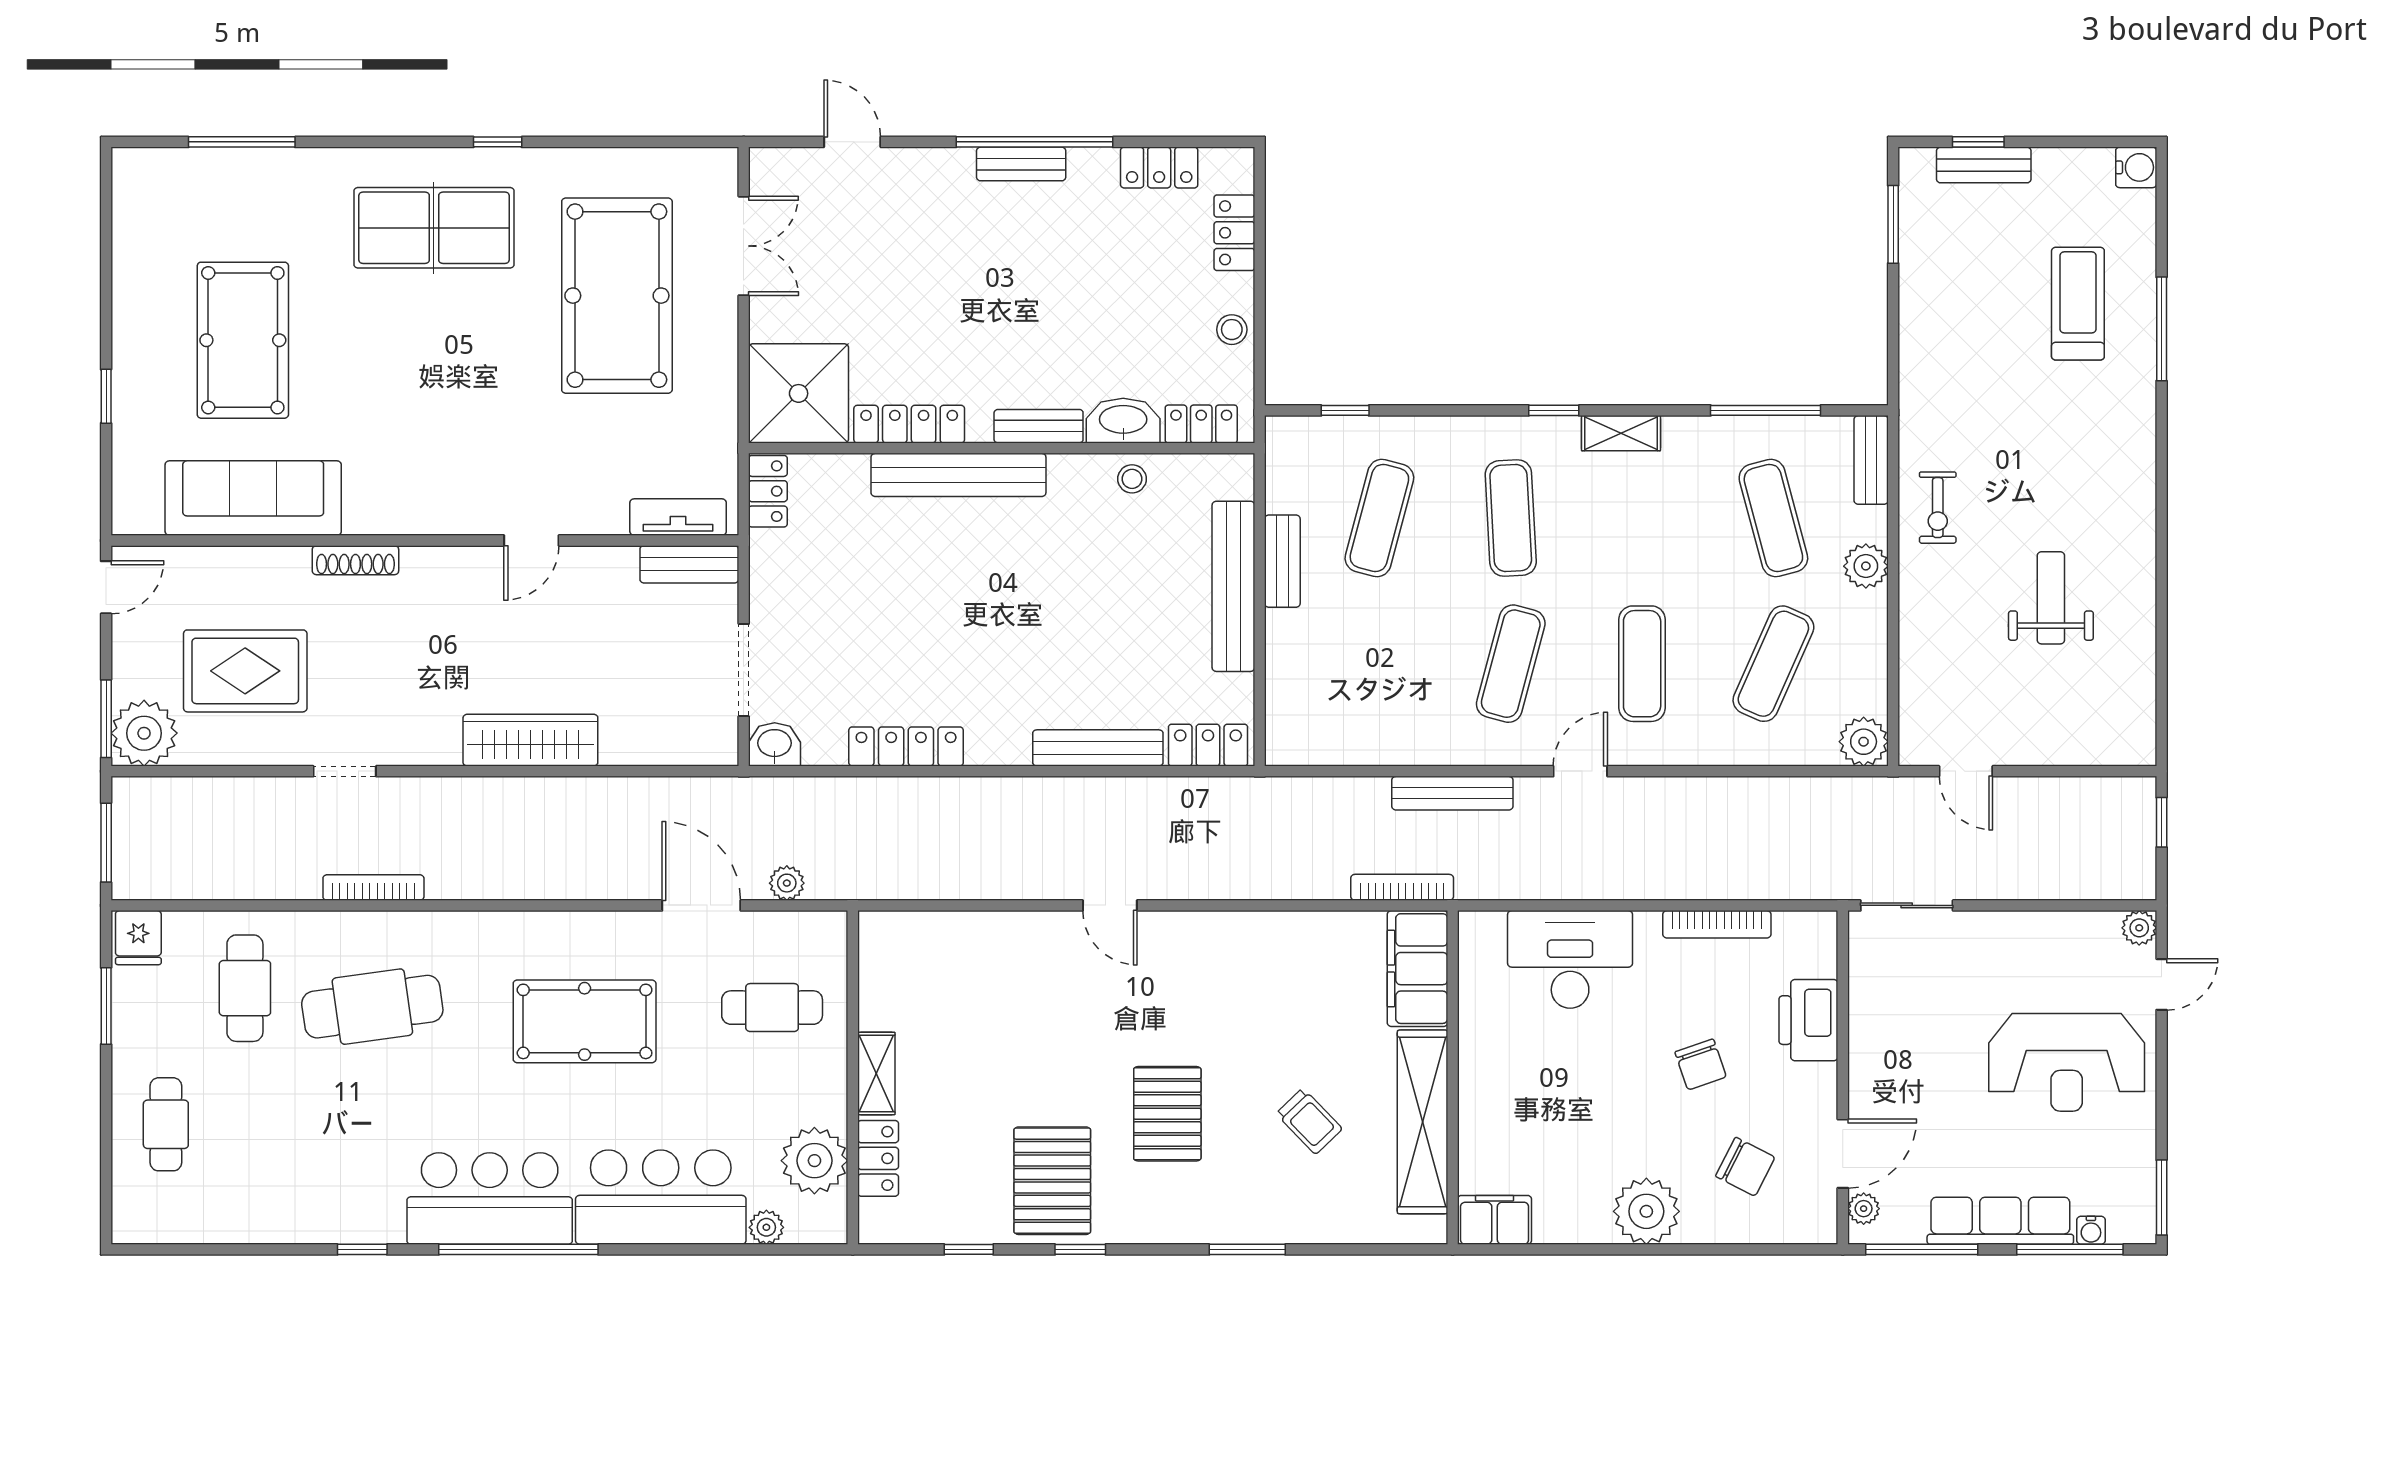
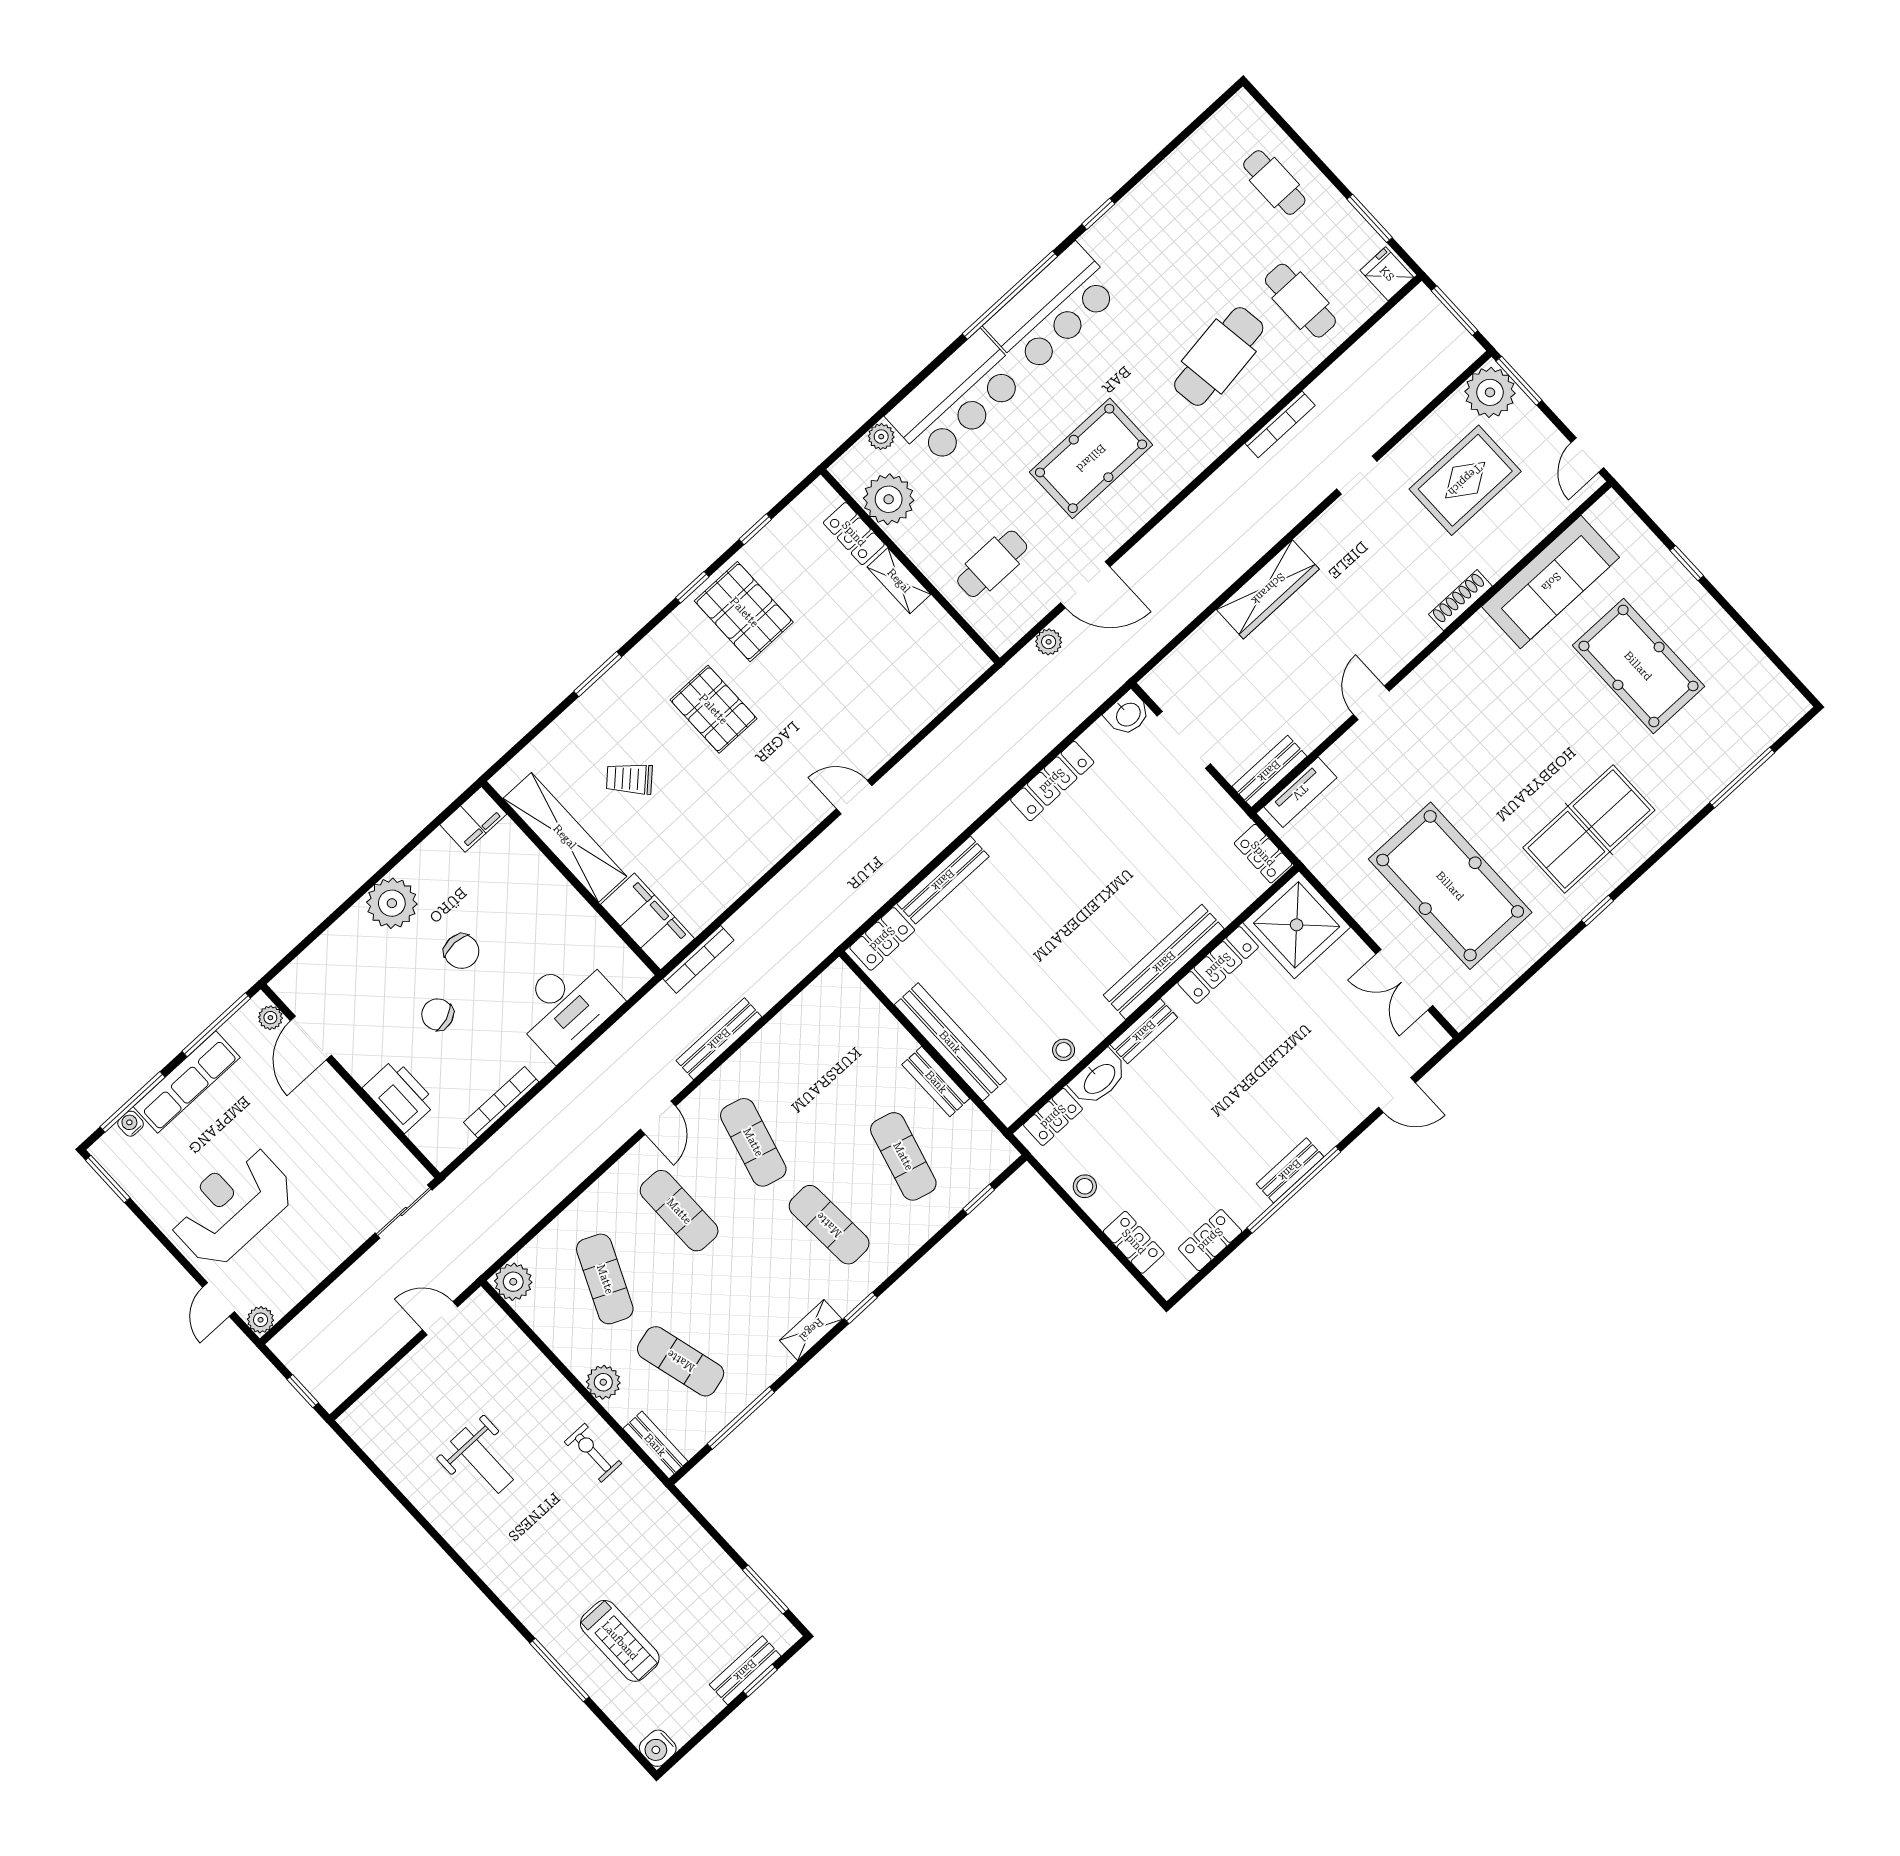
chair: (1745, 1167) -> (462, 951), moved, turned -117

